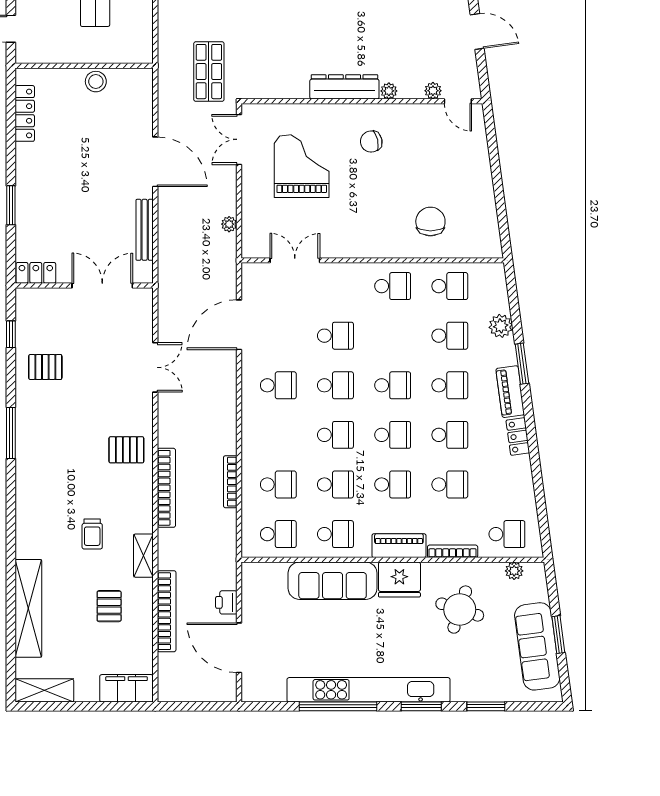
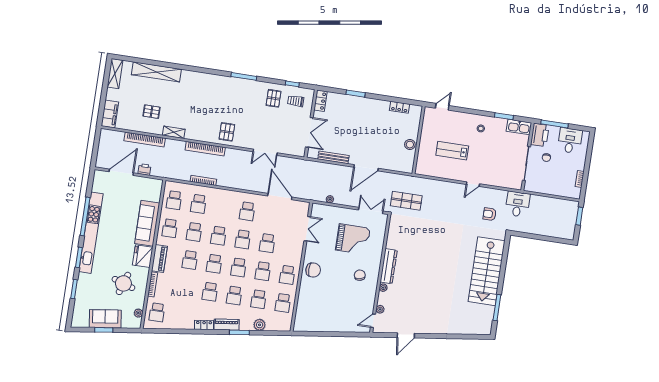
locker: (25, 113) -> (400, 107), width x0.66
chair: (430, 221) -> (313, 270), moved
school desk: (450, 484) -> (263, 271), moved
trolley: (92, 534) -> (296, 101), moved
sofa: (537, 646) -> (105, 319), width x0.73

